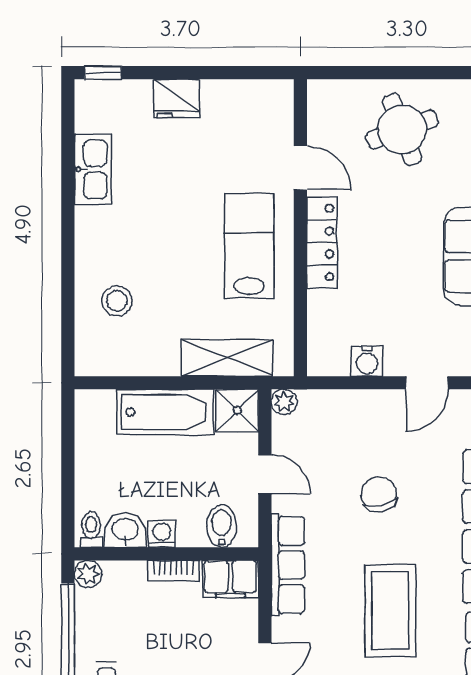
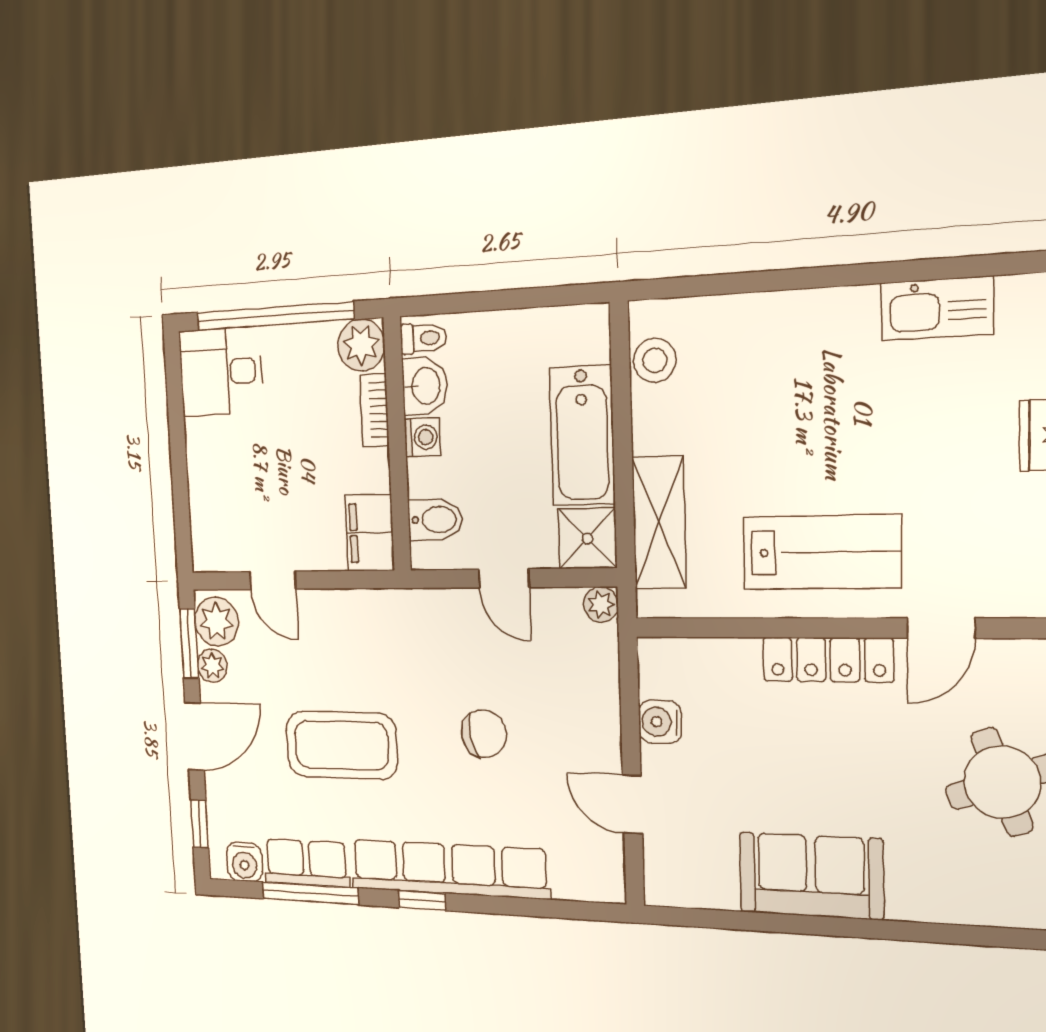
stool: (117, 301) -> (655, 360), moved
door: (265, 474) -> (504, 578), hinge flipped
row of seats: (288, 565) -> (390, 610), removed
bookcase: (173, 571) -> (374, 410), moved
plant: (88, 574) -> (361, 345), width x1.38, depth x1.38

